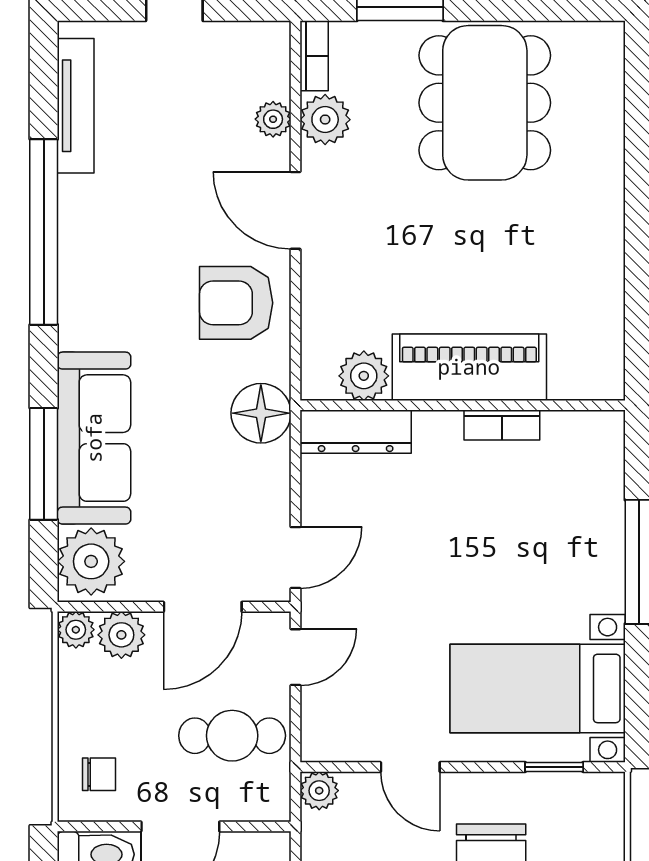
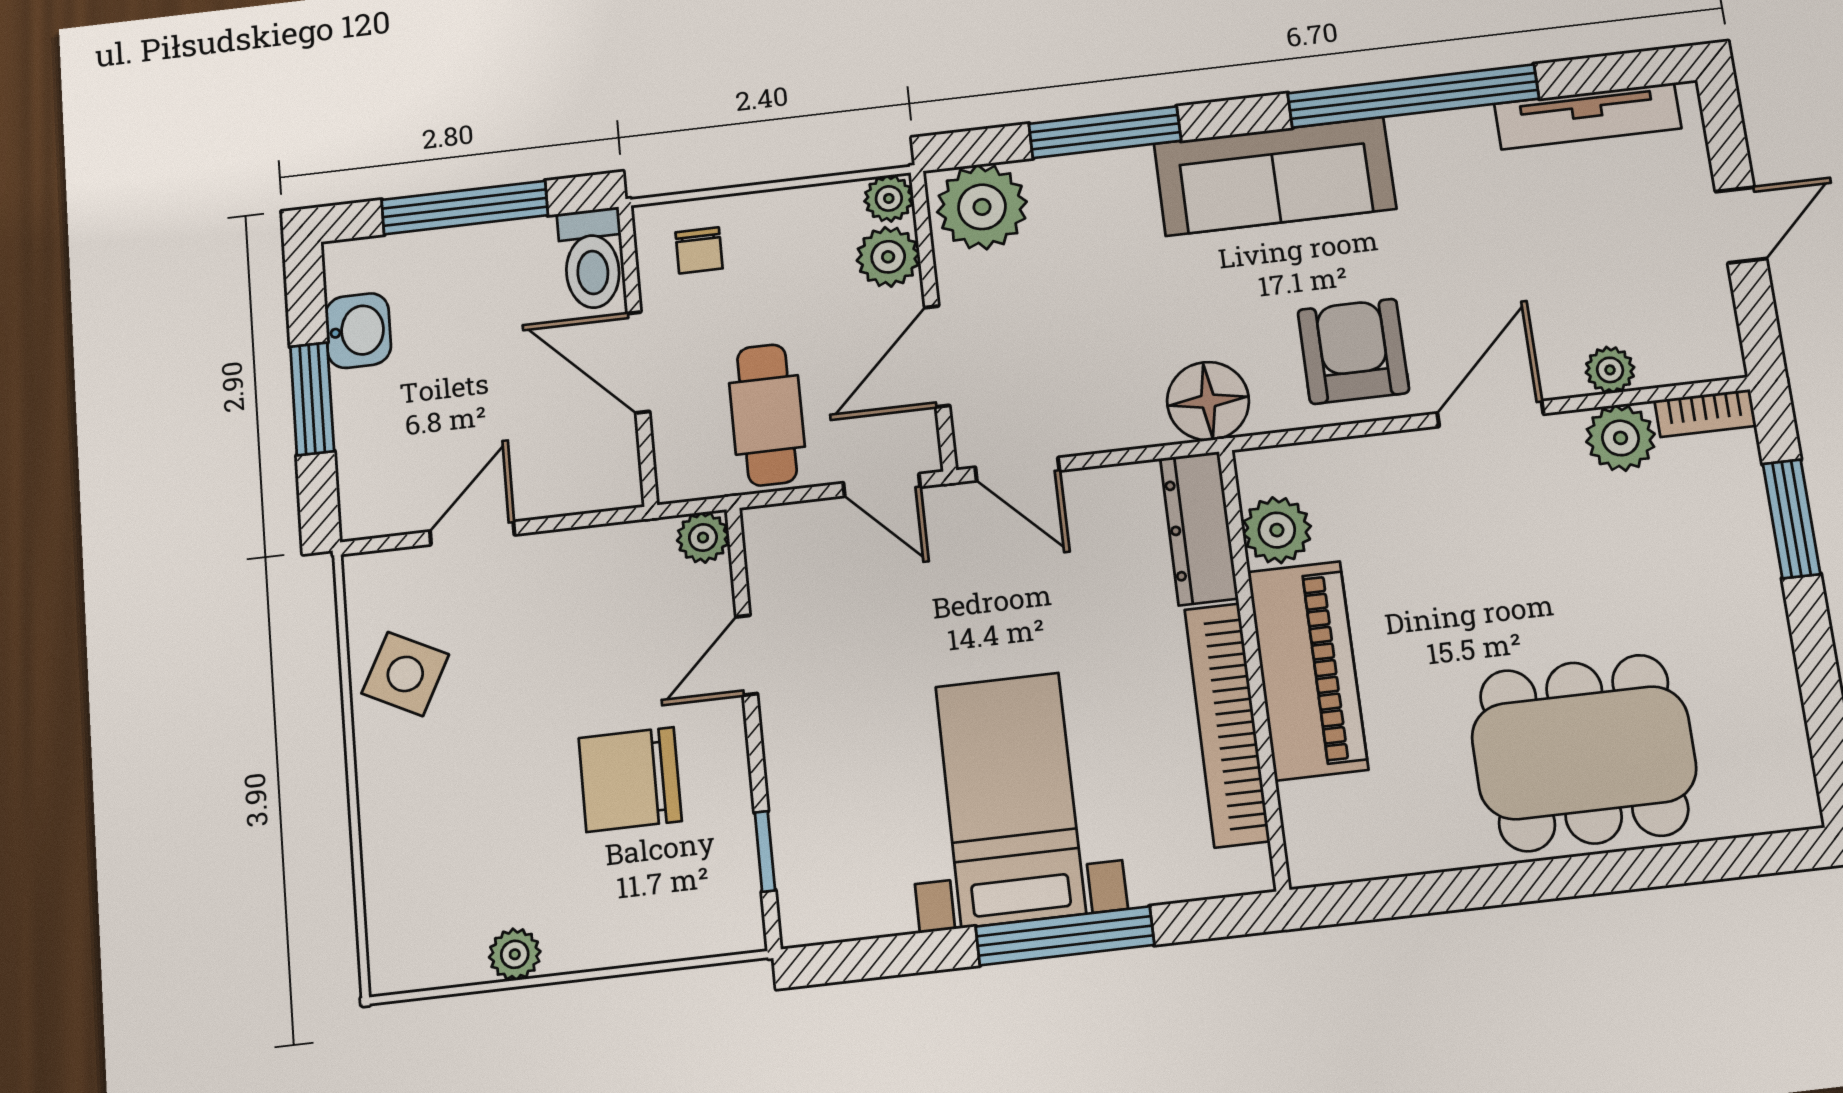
dining table: (485, 103) -> (1584, 753), moved
bookcase: (502, 425) -> (1227, 725), width x2.31, depth x1.31
sofa: (94, 438) -> (1275, 176), moved
door: (203, 607) -> (937, 356), hinge flipped
bed with nightstands: (538, 688) -> (1010, 799), moved

